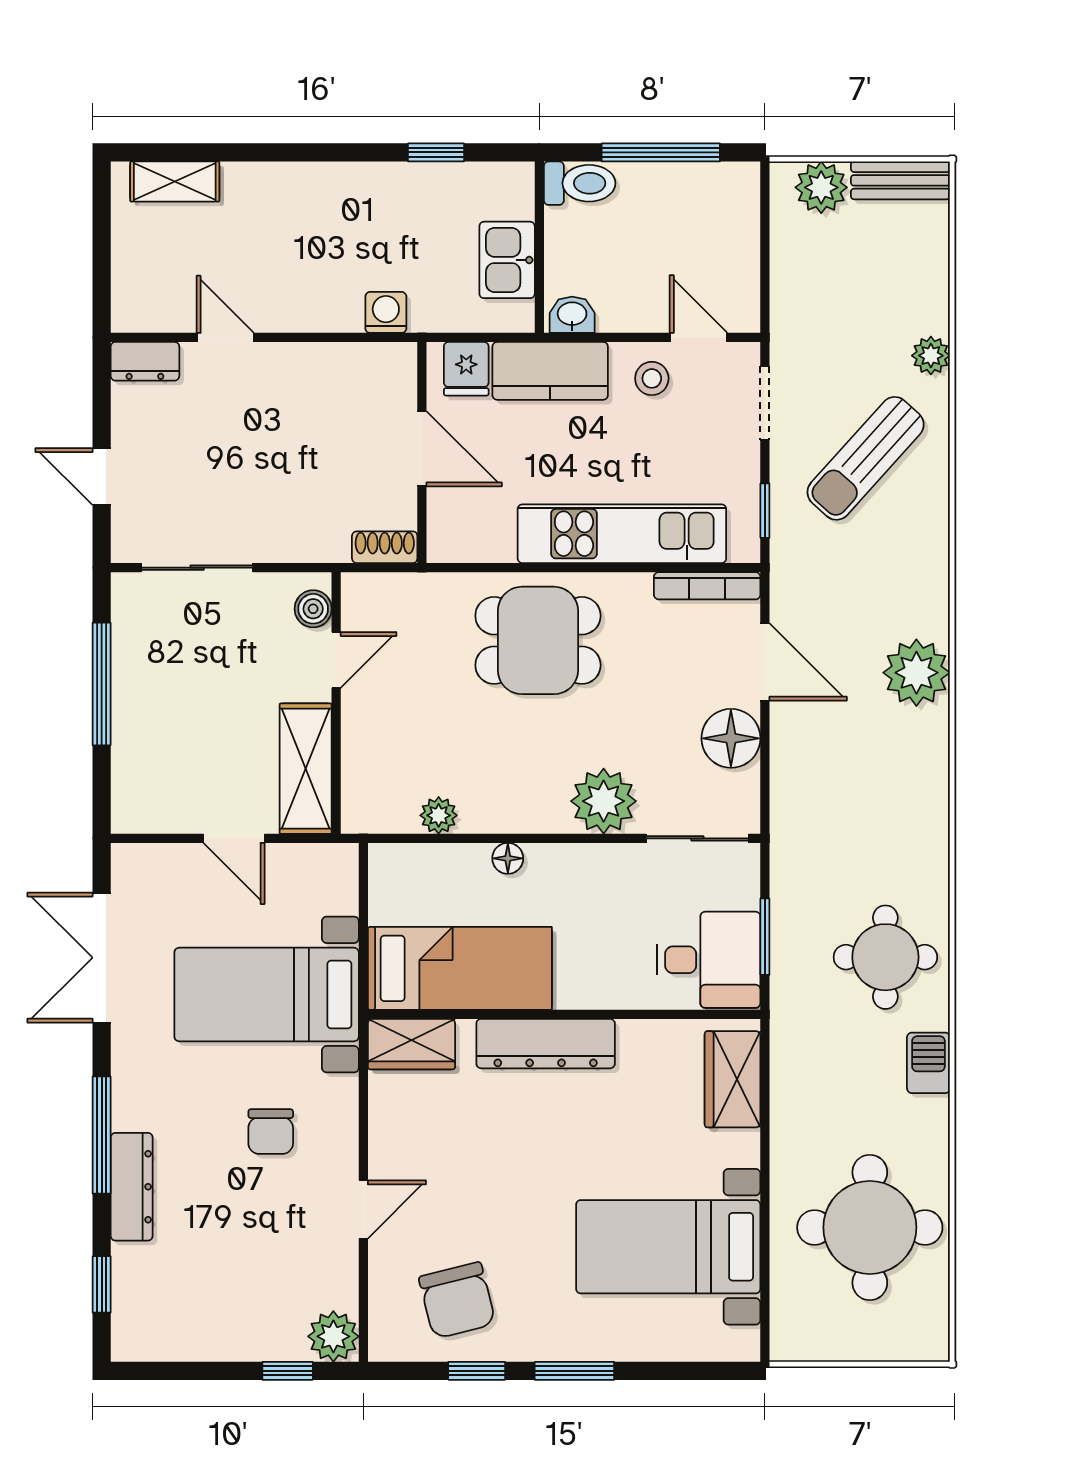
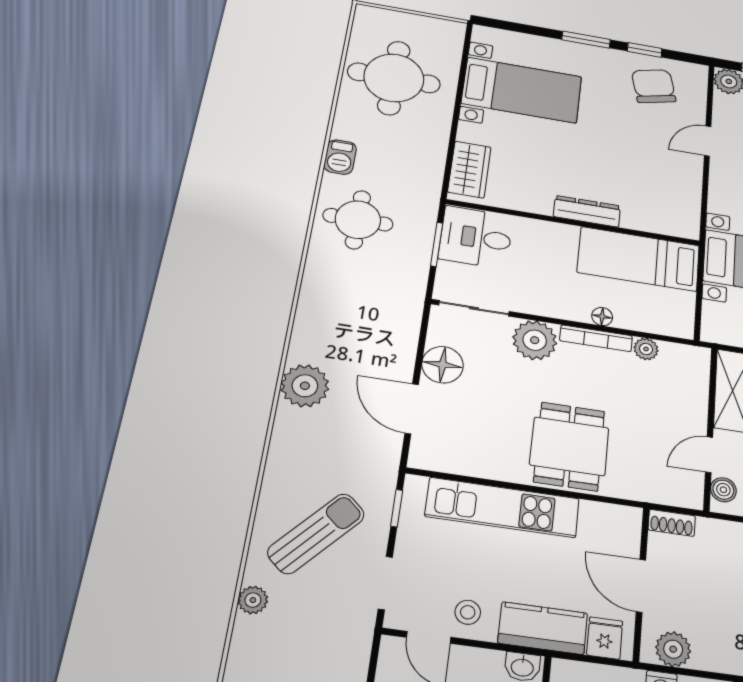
plant: (373, 366) -> (673, 649), added
bookcase: (707, 586) -> (596, 338), moved, turned 180
dining table: (538, 640) -> (569, 446), turned 90
wardrobe: (411, 1044) -> (673, 222), removed
dresser: (546, 1044) -> (587, 211), width x0.73, depth x0.80

